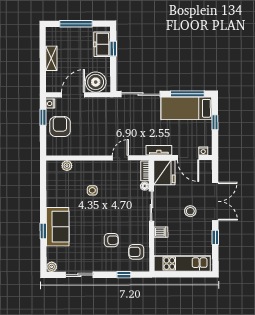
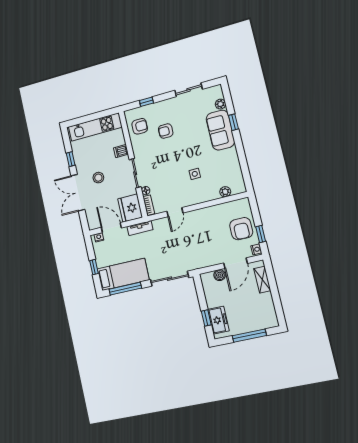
shelving: (51, 58) -> (262, 280), moved
boiler: (96, 82) -> (220, 275), width x0.54, depth x0.54
plant: (52, 267) -> (220, 104), moved

